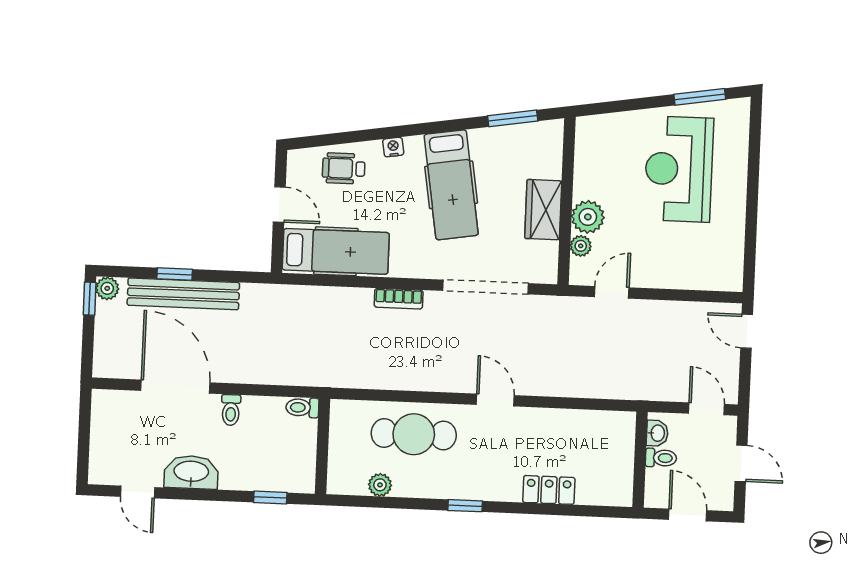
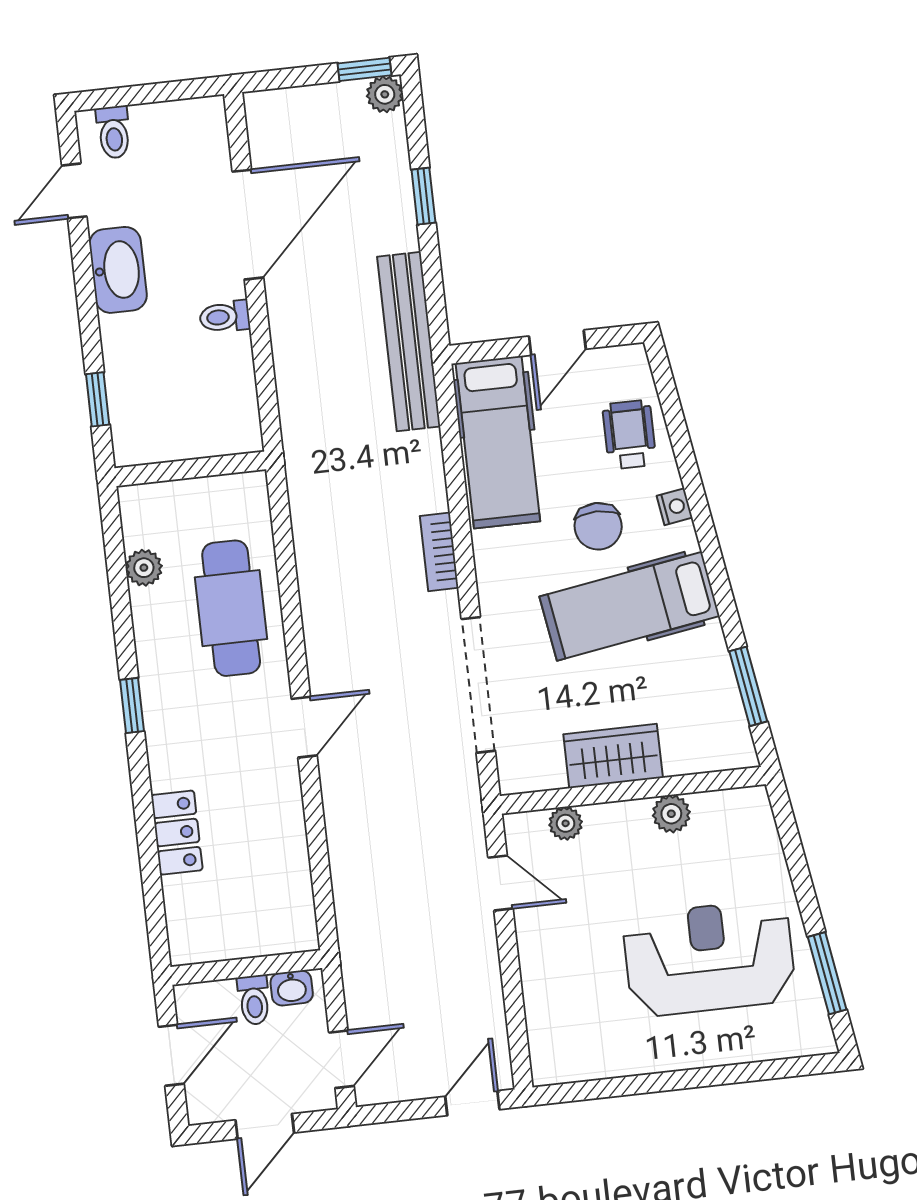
chair: (398, 197) -> (598, 526), added
plant: (588, 217) -> (671, 814), moved, width x0.73, depth x0.73
bench: (183, 294) -> (409, 342), moved
toilet: (302, 408) -> (114, 132), moved, turned 180

